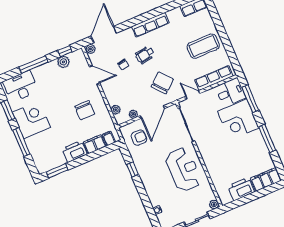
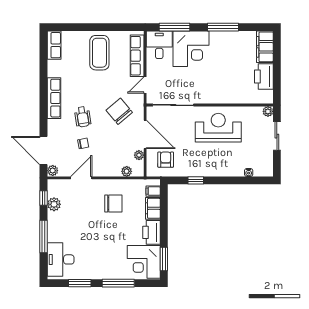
corner desk: (31, 120) -> (144, 262), moved, turned -90

